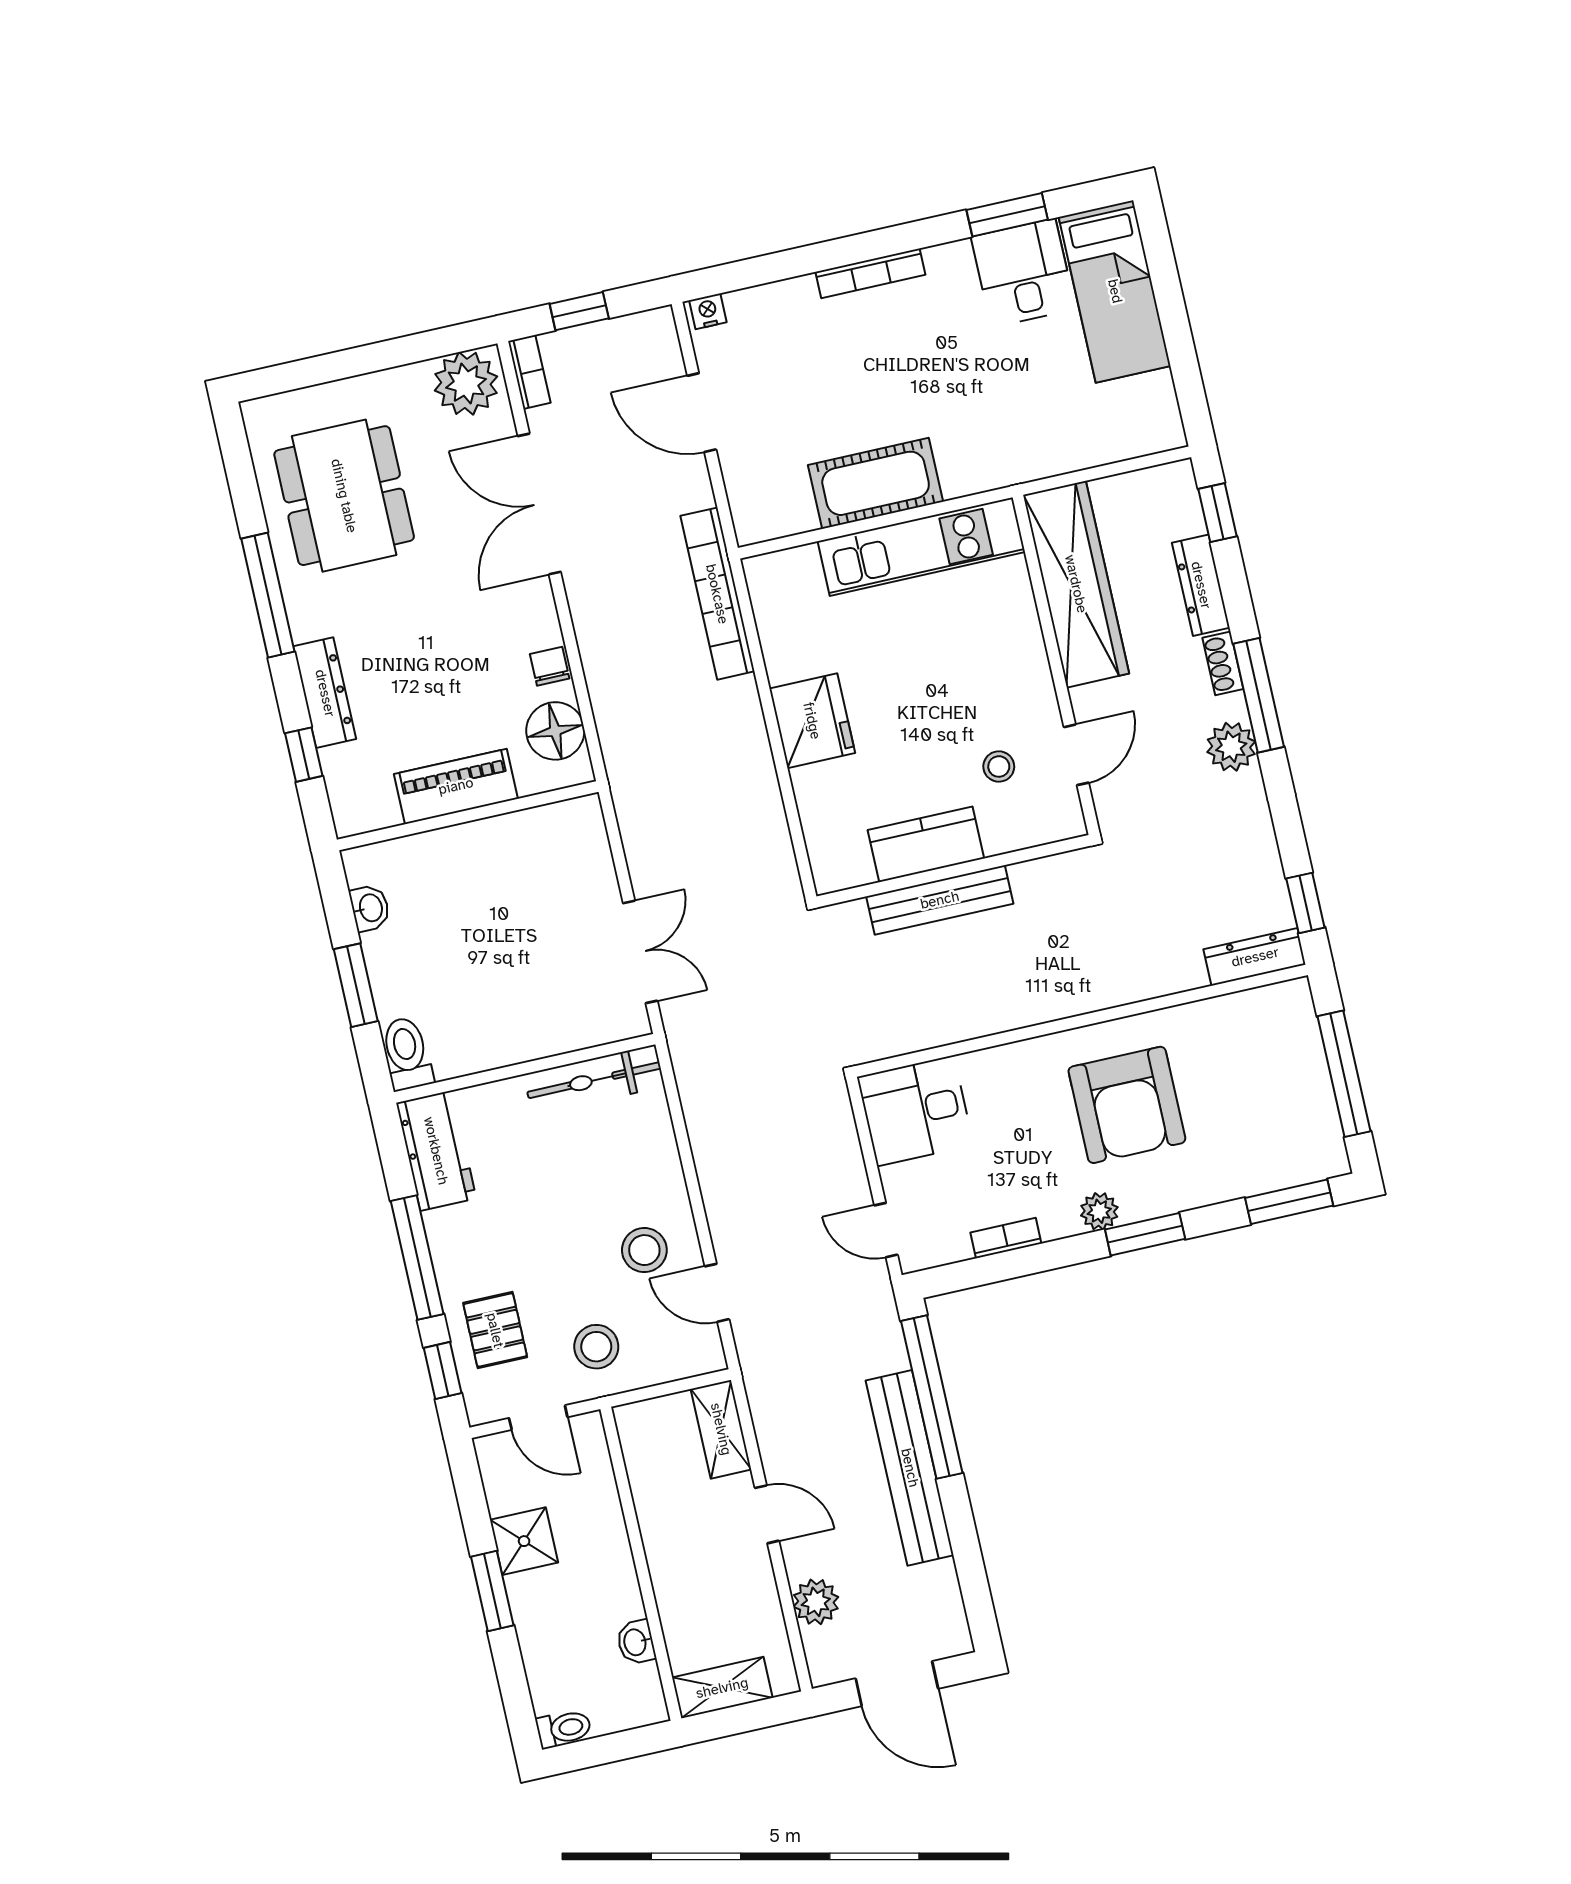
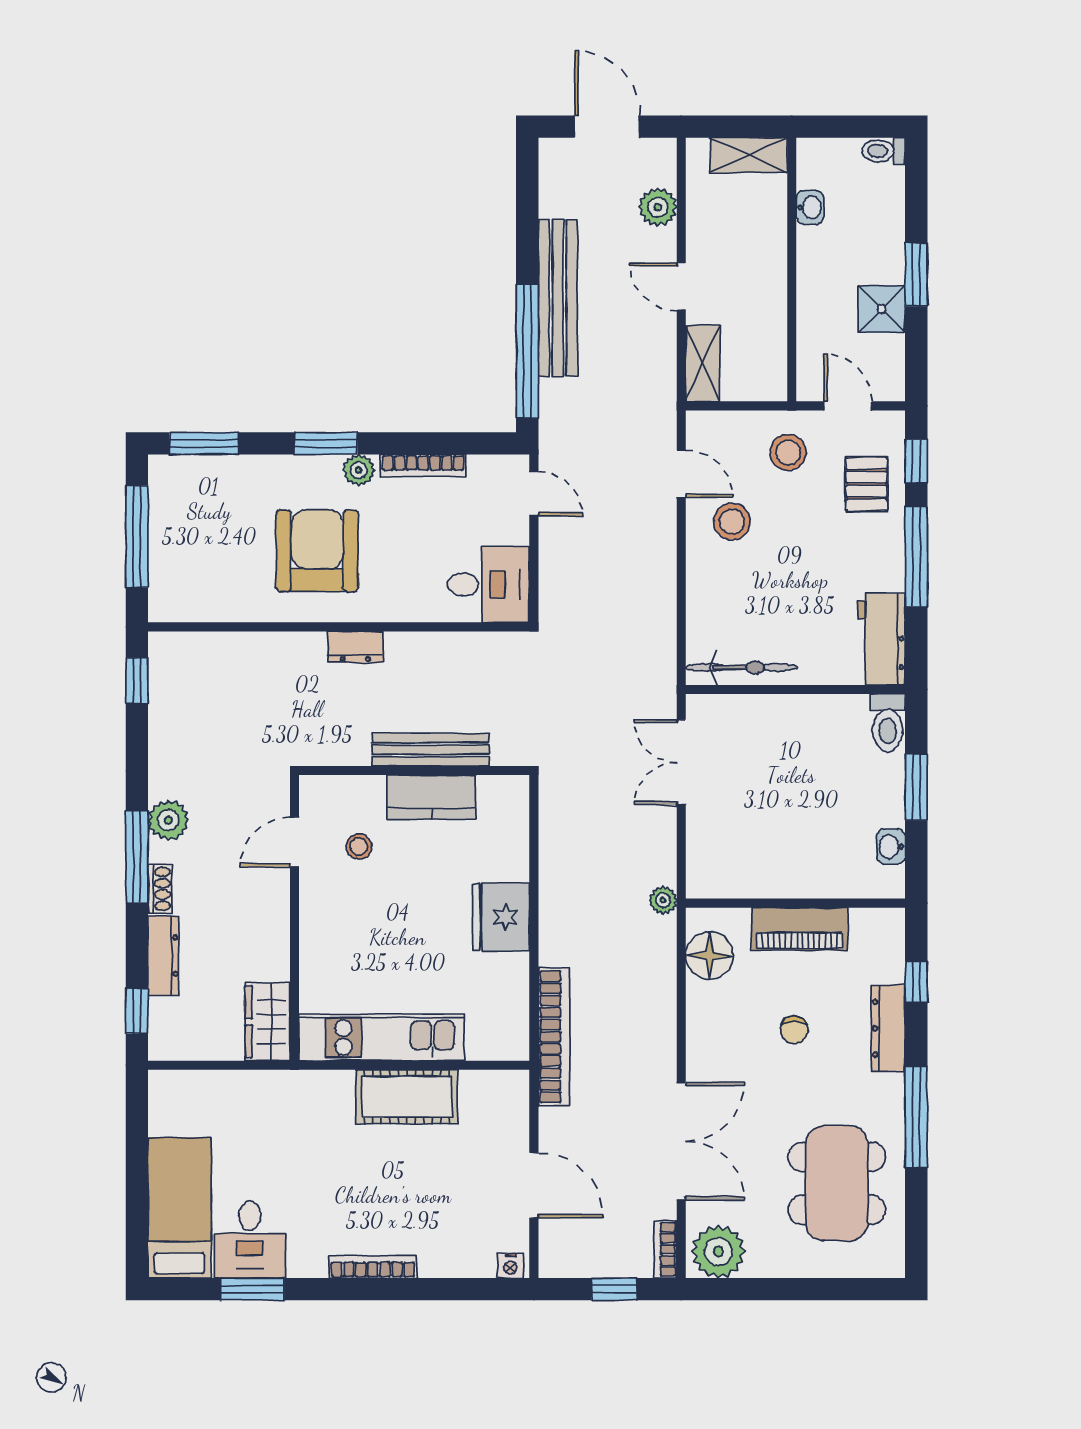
wardrobe: (1076, 584) -> (268, 1022), width x0.48, depth x0.85
chair: (550, 666) -> (794, 1030), moved
plant: (625, 784) -> (663, 900), added
dresser: (1255, 957) -> (355, 647), moved, width x0.70
bookcase: (1006, 1238) -> (423, 466), width x1.56

